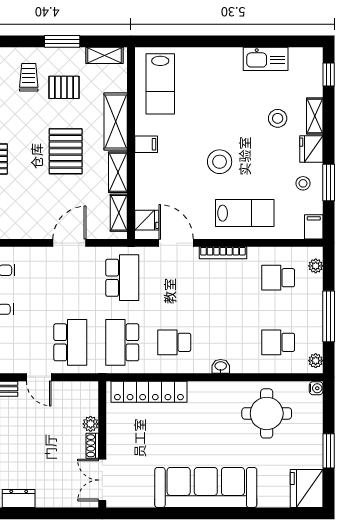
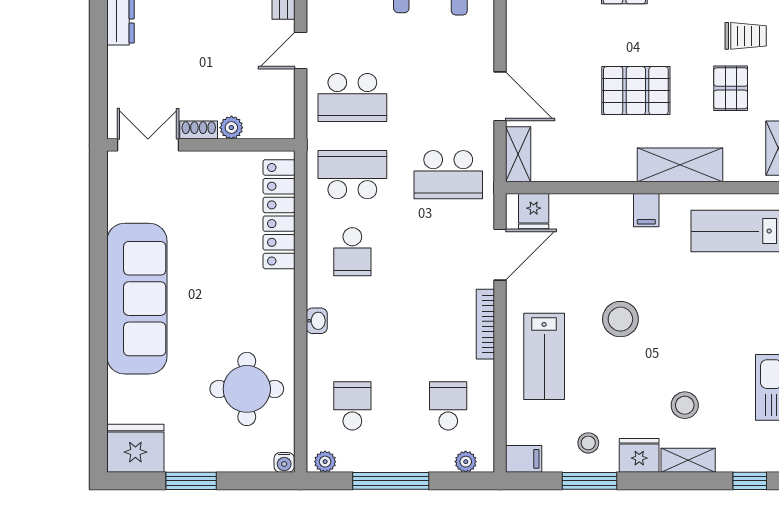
shelving: (118, 172) -> (605, 168), removed
shelving: (119, 213) -> (518, 154), moved, turned 90
school desk: (174, 342) -> (352, 252), turned 180

